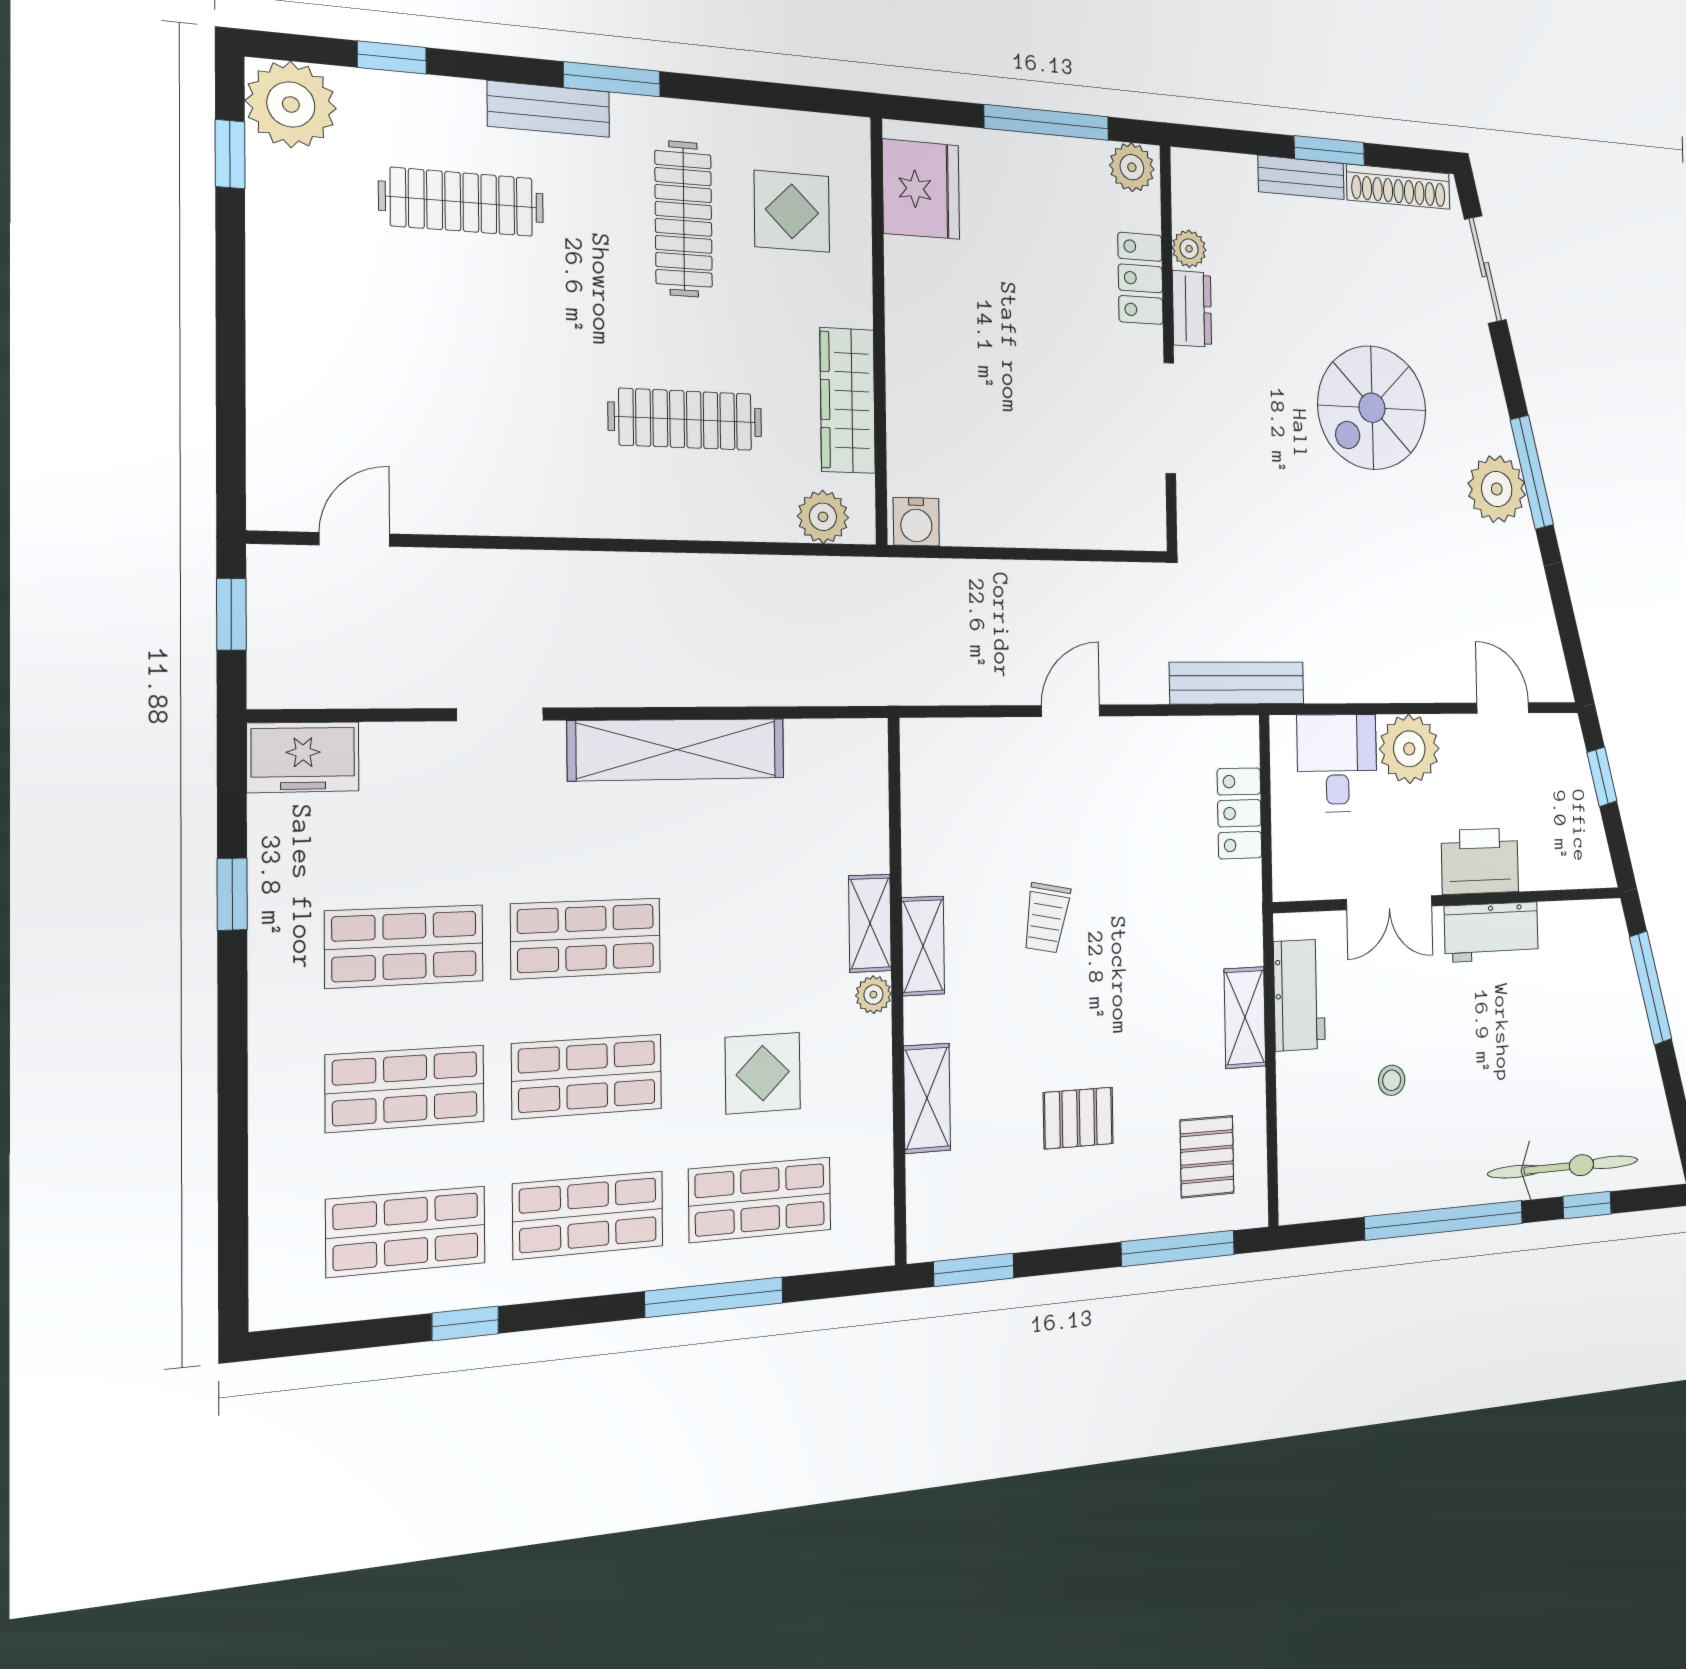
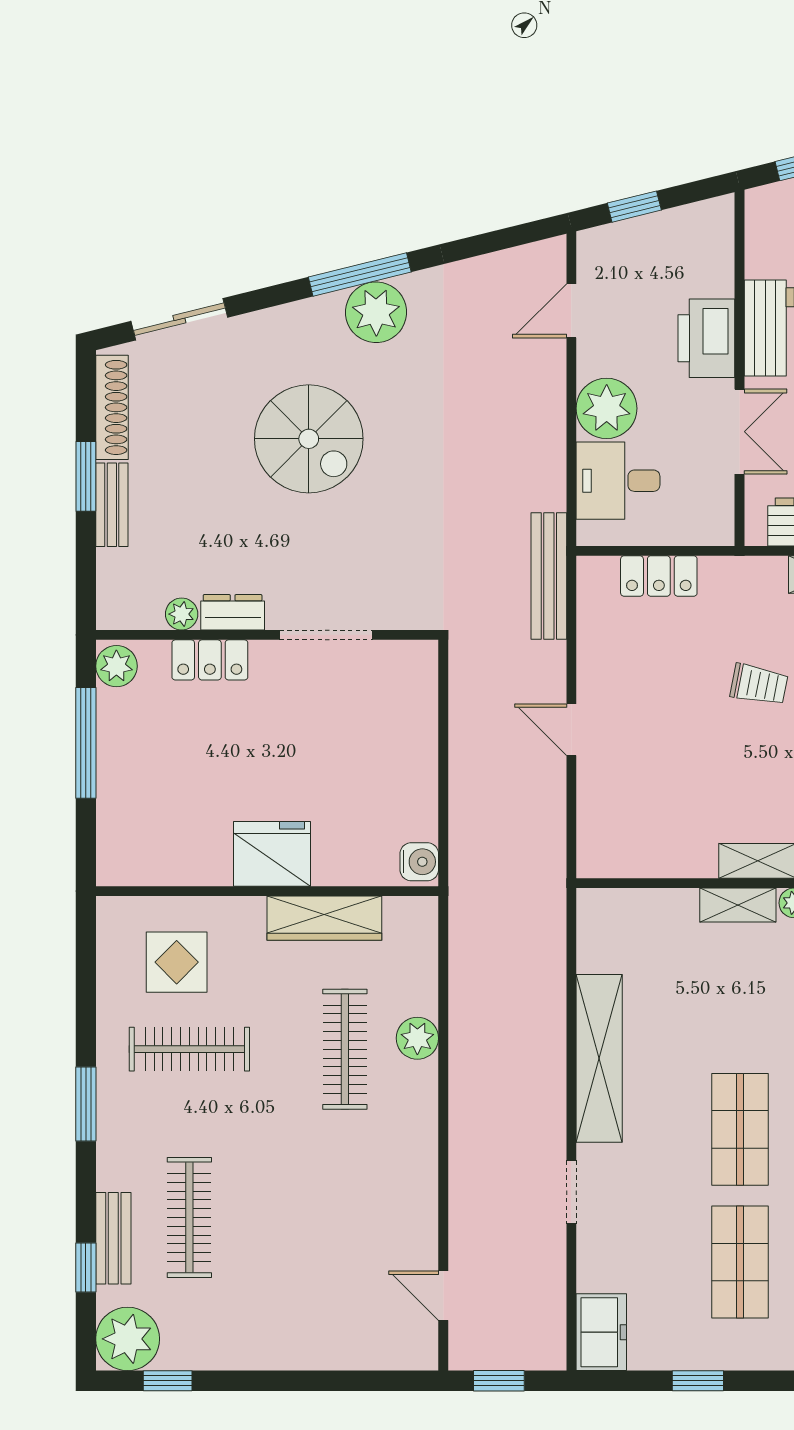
bench: (549, 109) -> (113, 1238), moved
fridge: (921, 189) -> (272, 854), moved
plant: (823, 517) -> (417, 1038), moved
trolley: (1046, 918) -> (759, 685), moved

